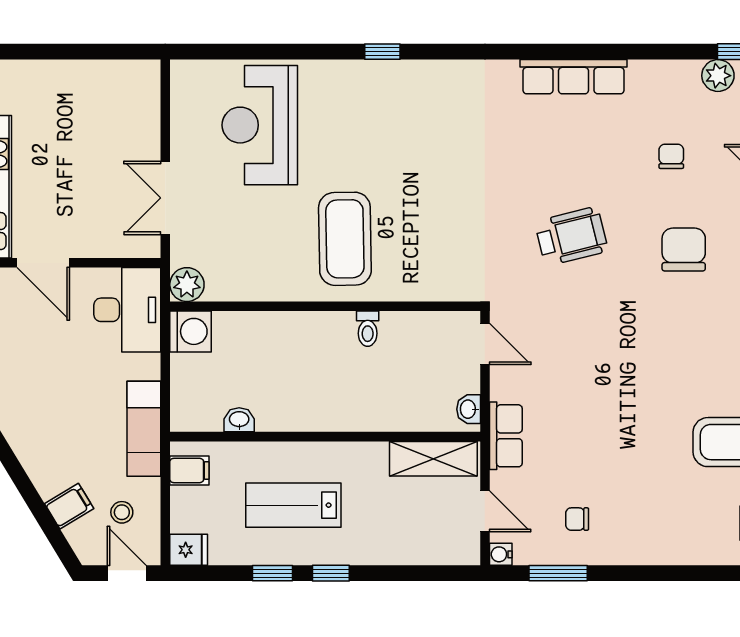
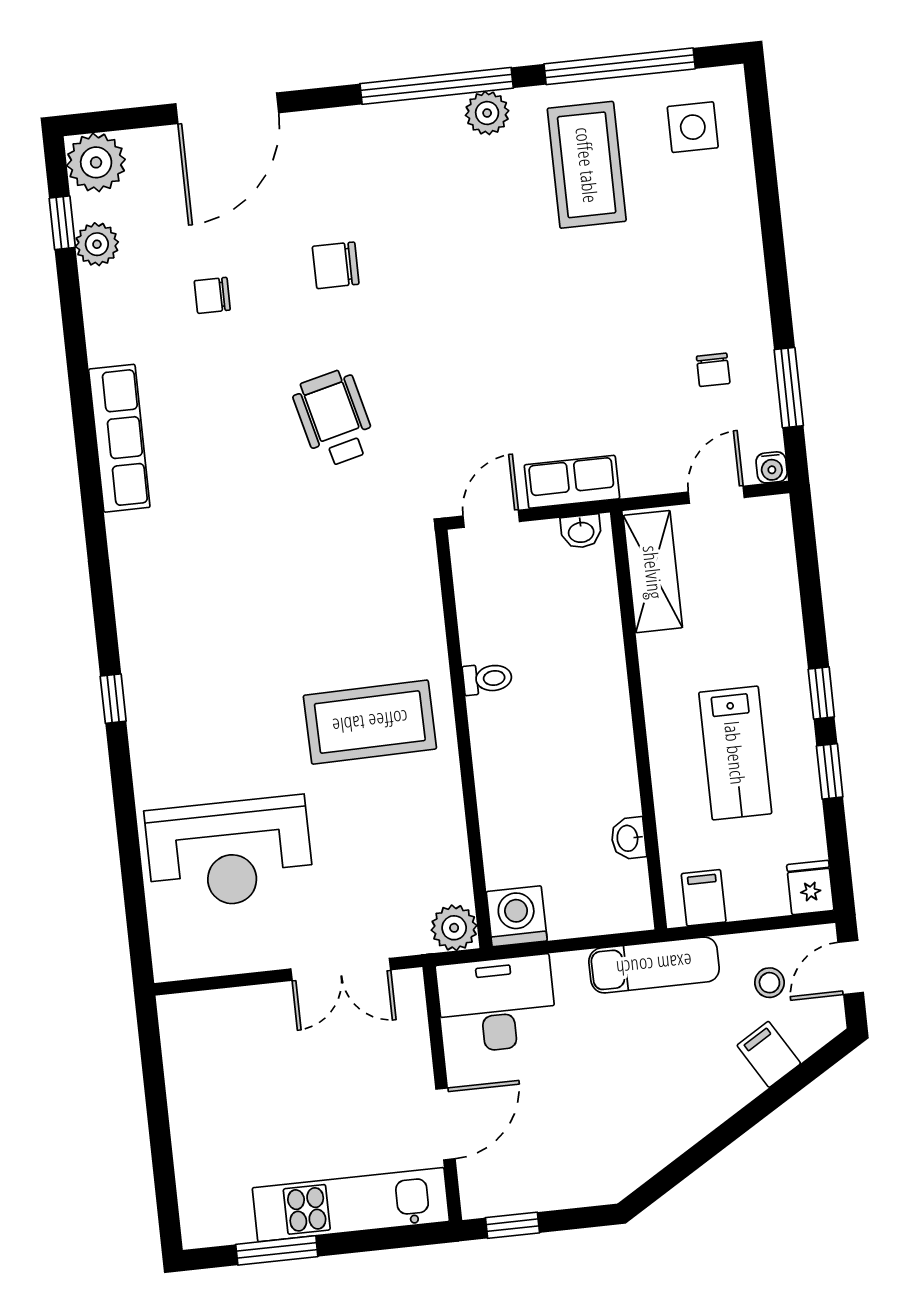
chair: (684, 250) -> (336, 265), width x0.73, depth x0.73
row of seats: (506, 436) -> (572, 482), moved

